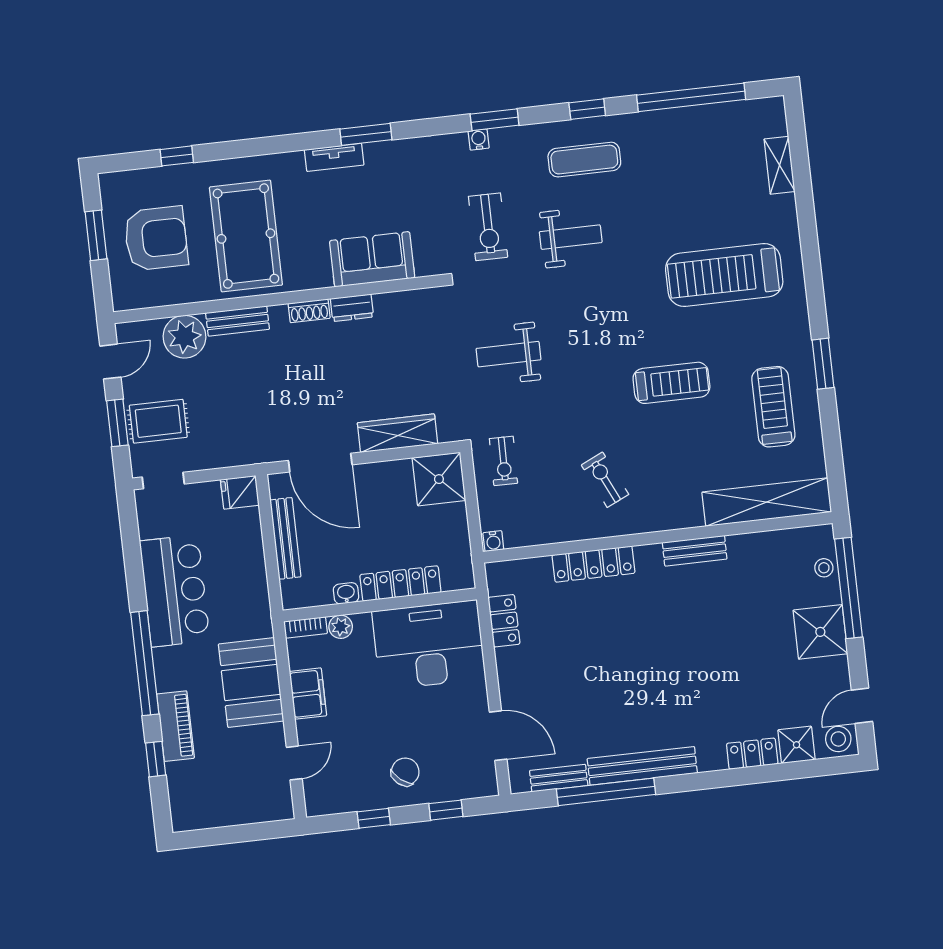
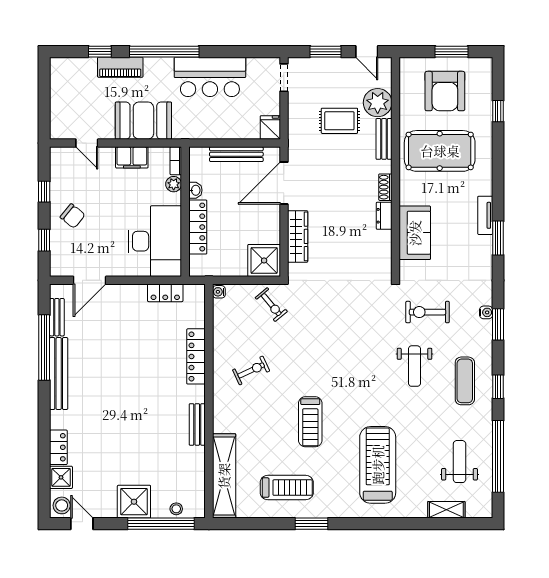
weight bench: (508, 354) -> (460, 462), moved
rug: (158, 421) -> (339, 121), moved, turned 90
exercise bike: (503, 461) -> (271, 305), turned -131

